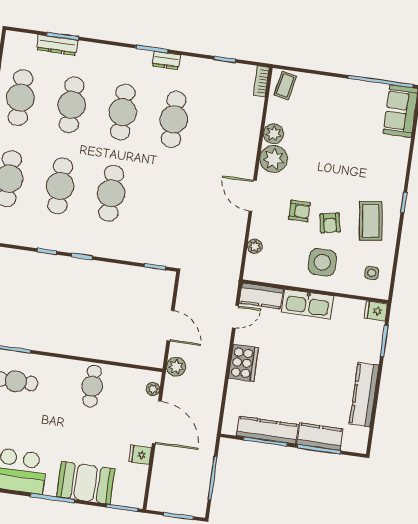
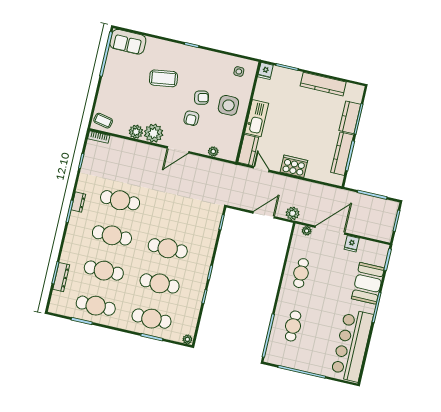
armchair: (299, 211) -> (191, 118), turned 180
coffee table: (371, 221) -> (163, 78), moved
cafe table: (92, 386) -> (301, 273), turned 90

